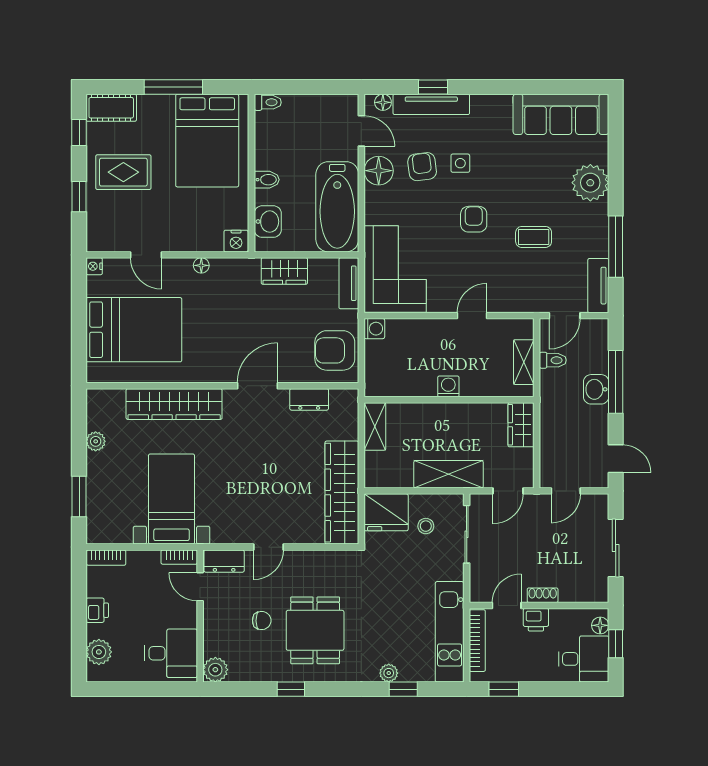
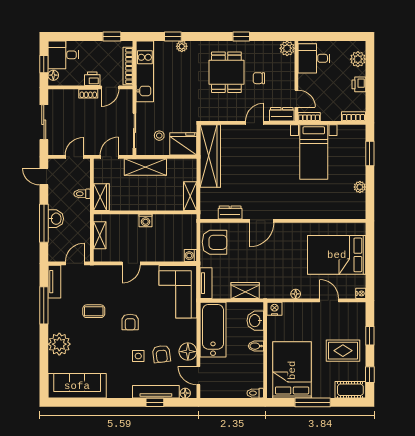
toilet: (553, 360) -> (82, 194), moved
wardrobe: (174, 404) -> (312, 210), removed

